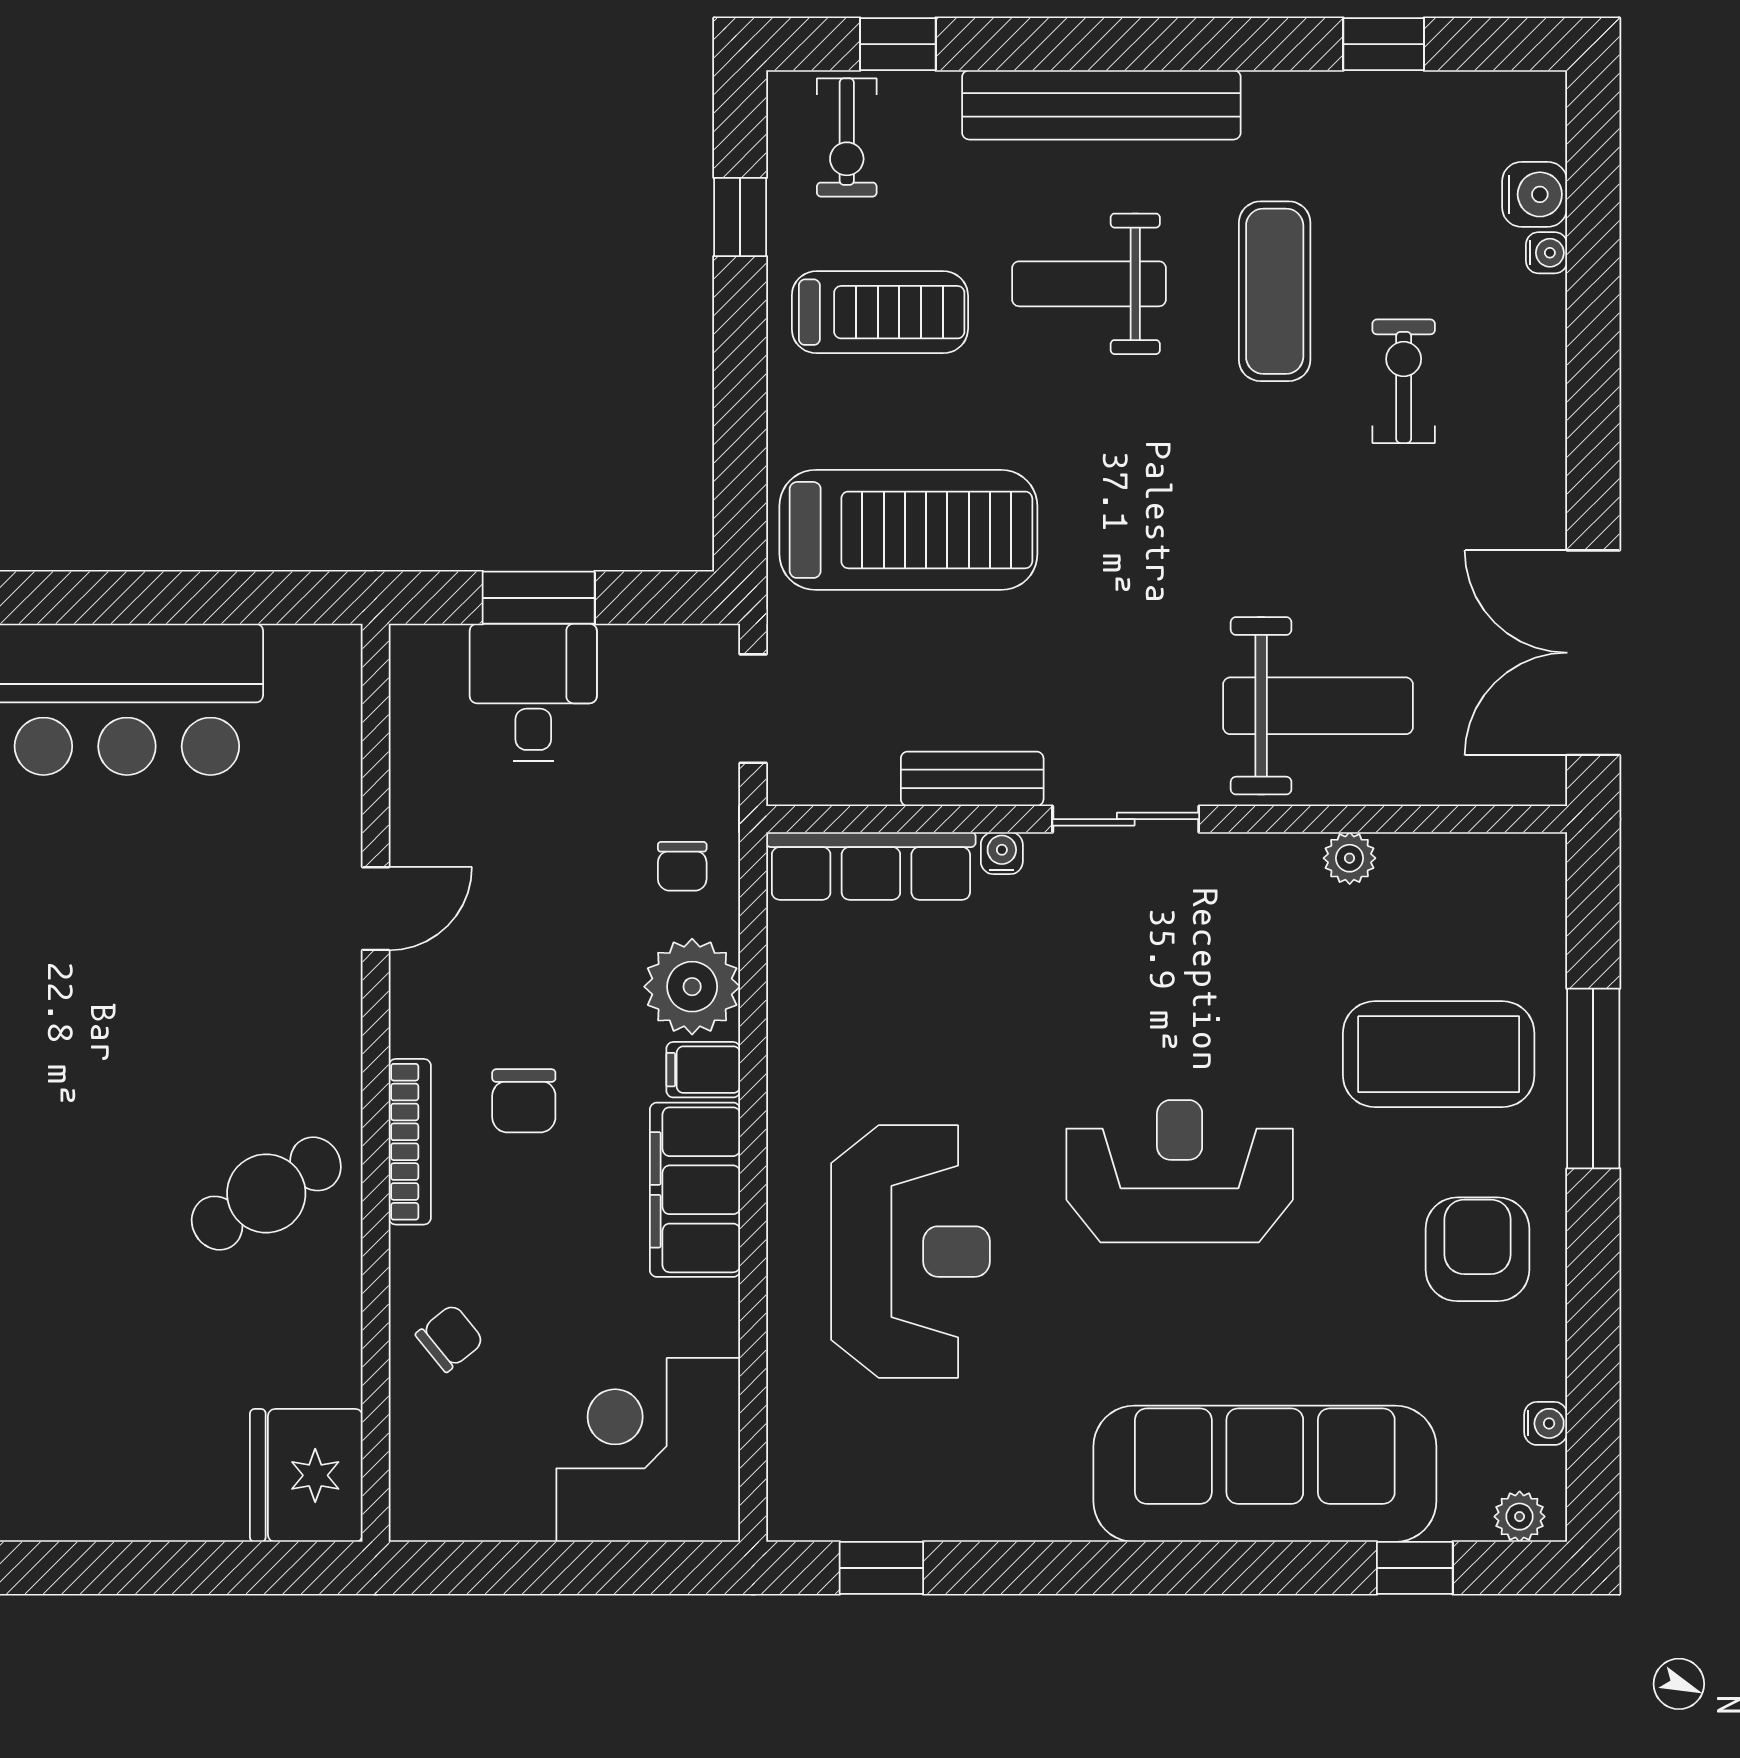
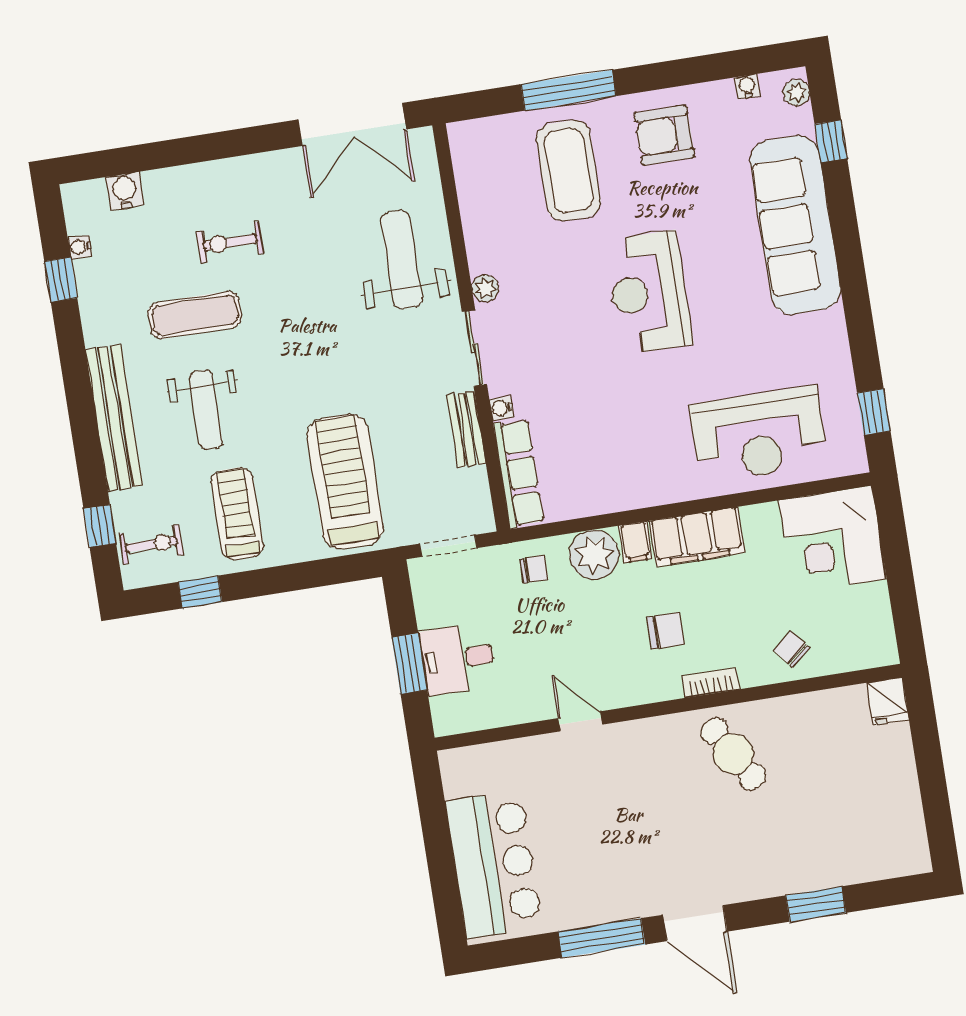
water cooler: (1547, 253) -> (80, 247), moved, turned -90
plant: (1350, 858) -> (485, 288), moved
bookcase: (410, 1142) -> (711, 683), width x0.64
reception desk: (910, 1252) -> (759, 435), moved, turned 180
fridge: (306, 1475) -> (888, 701), width x0.53, depth x0.75

